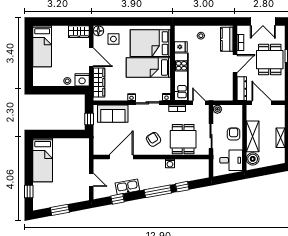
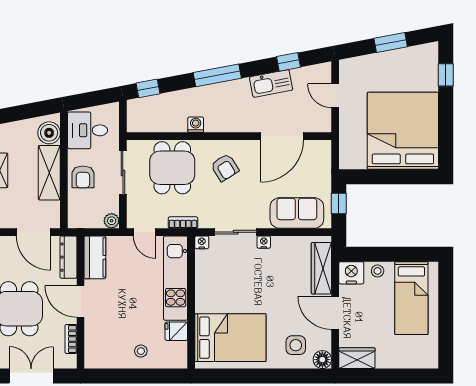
kitchen counter: (227, 39) -> (95, 257), moved
bed: (42, 46) -> (411, 298), moved, turned 180
door: (235, 64) -> (80, 301), hinge flipped
bed: (148, 67) -> (234, 295), removed
bed: (43, 160) -> (403, 131), width x2.04
window: (182, 187) -> (148, 88), moved

